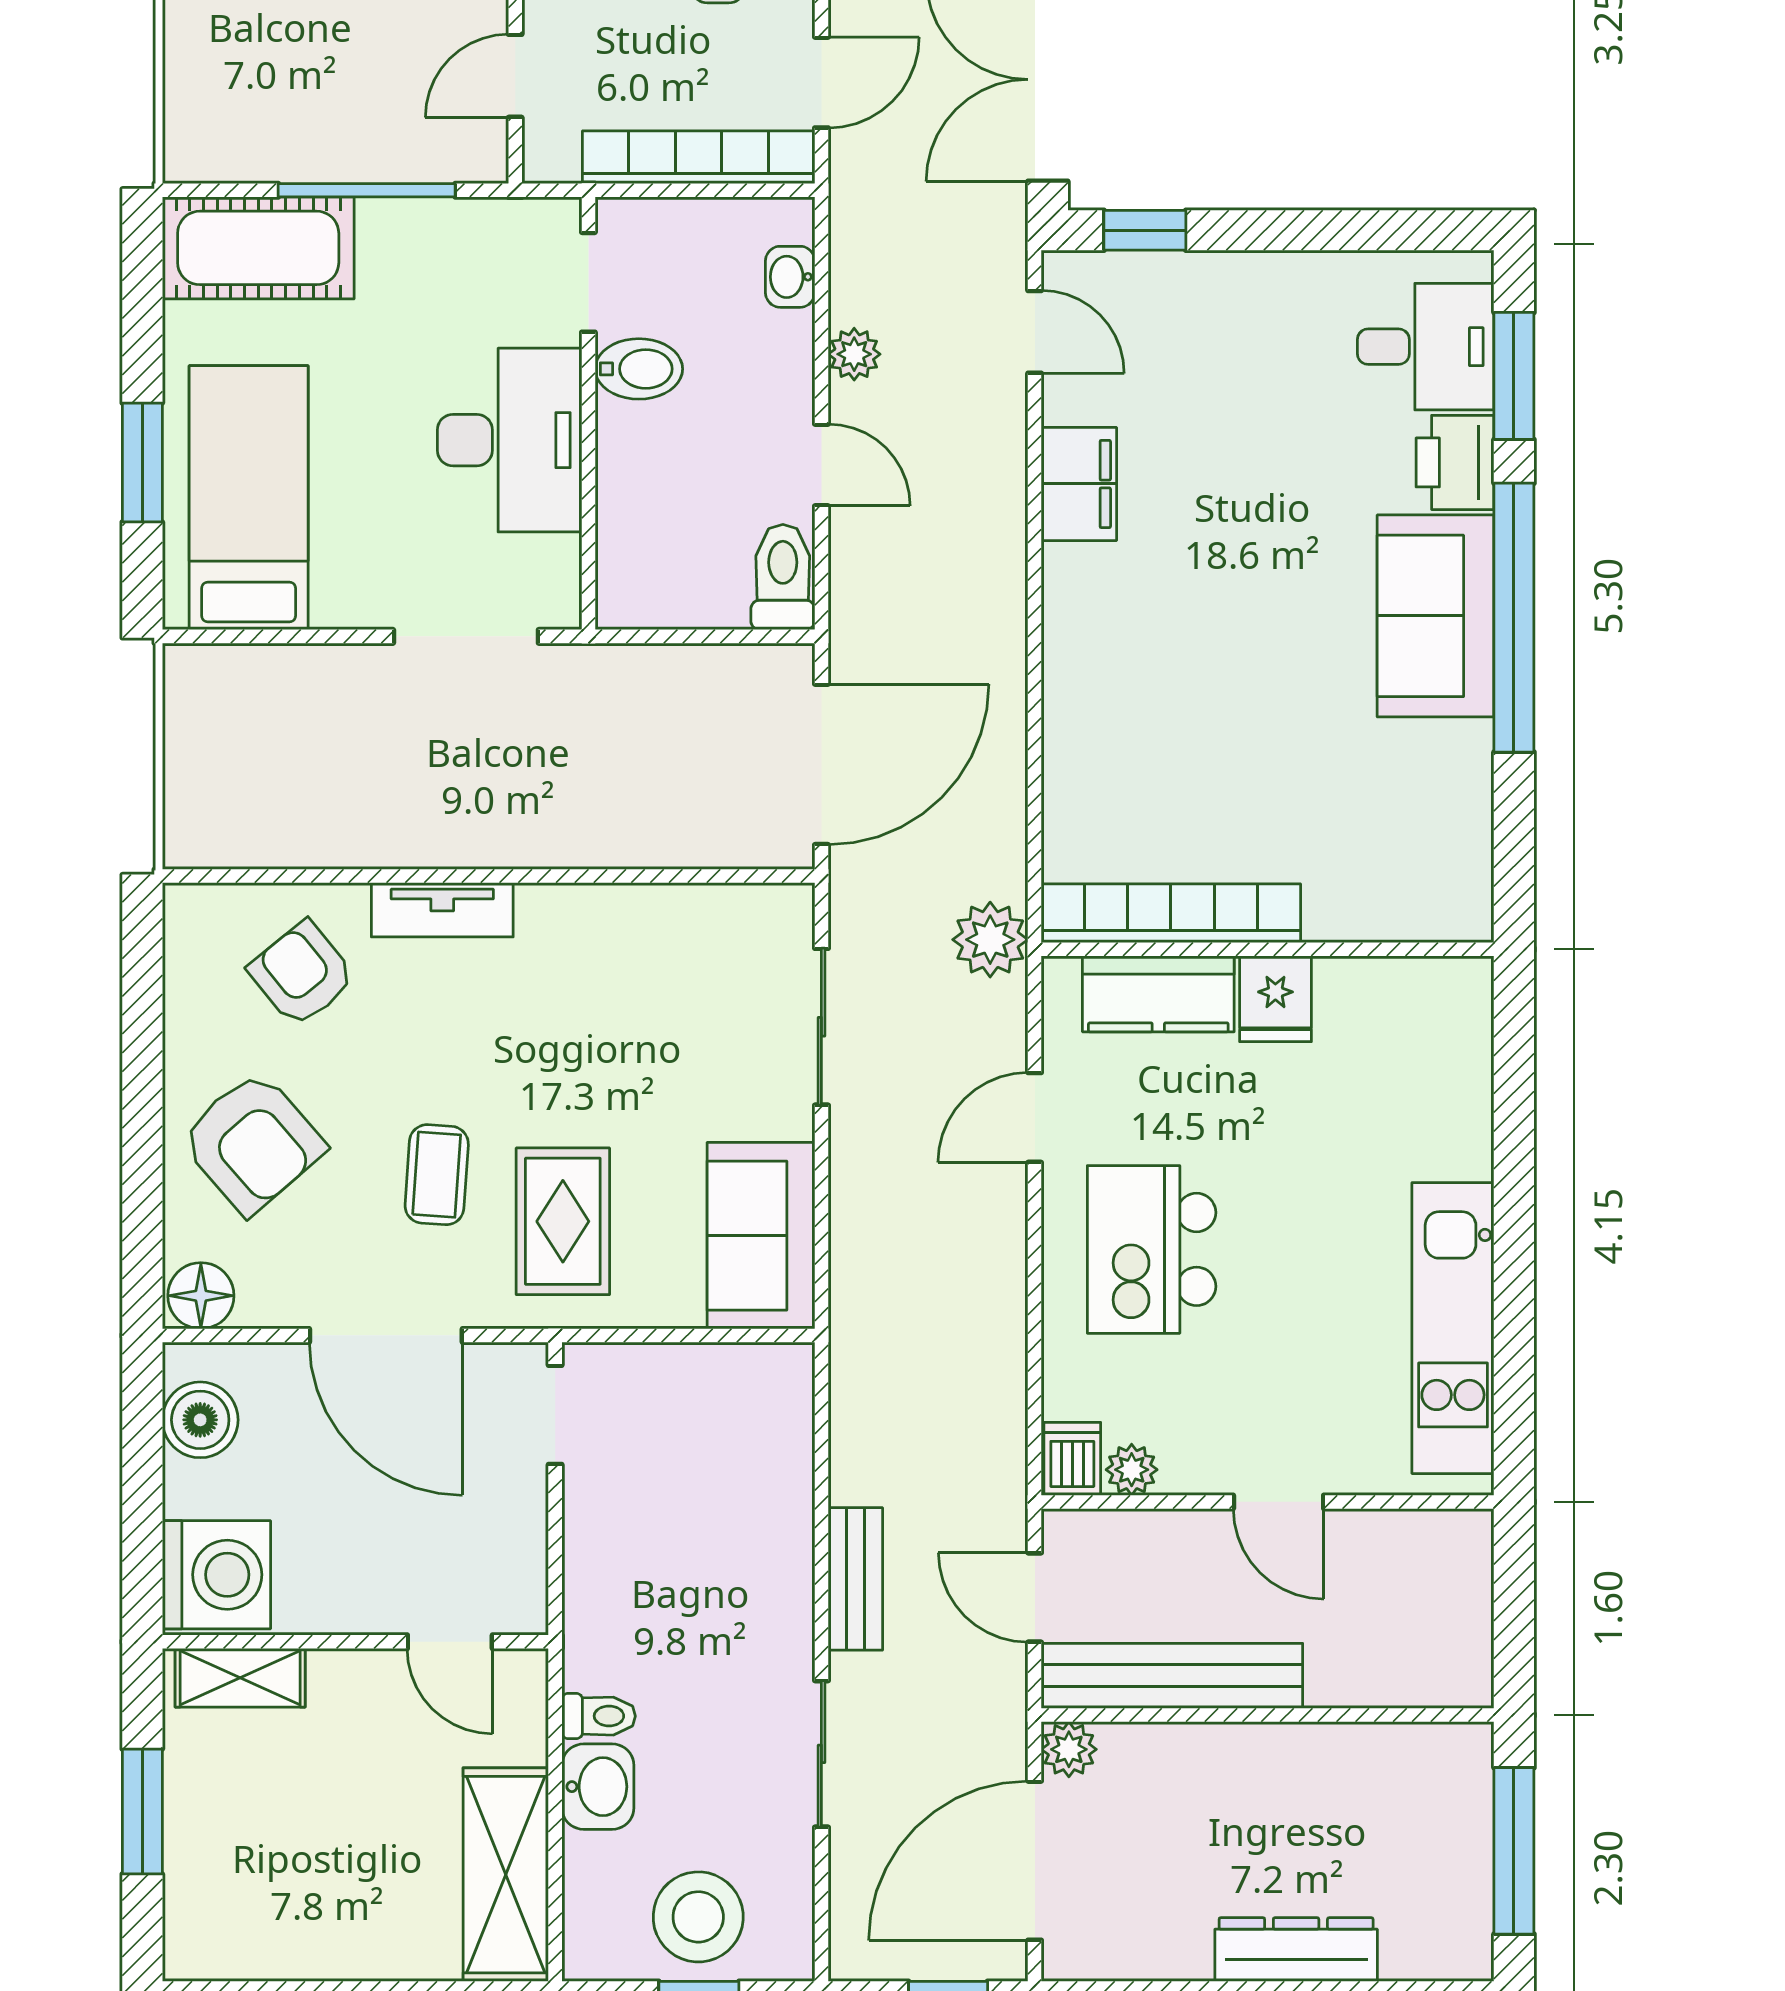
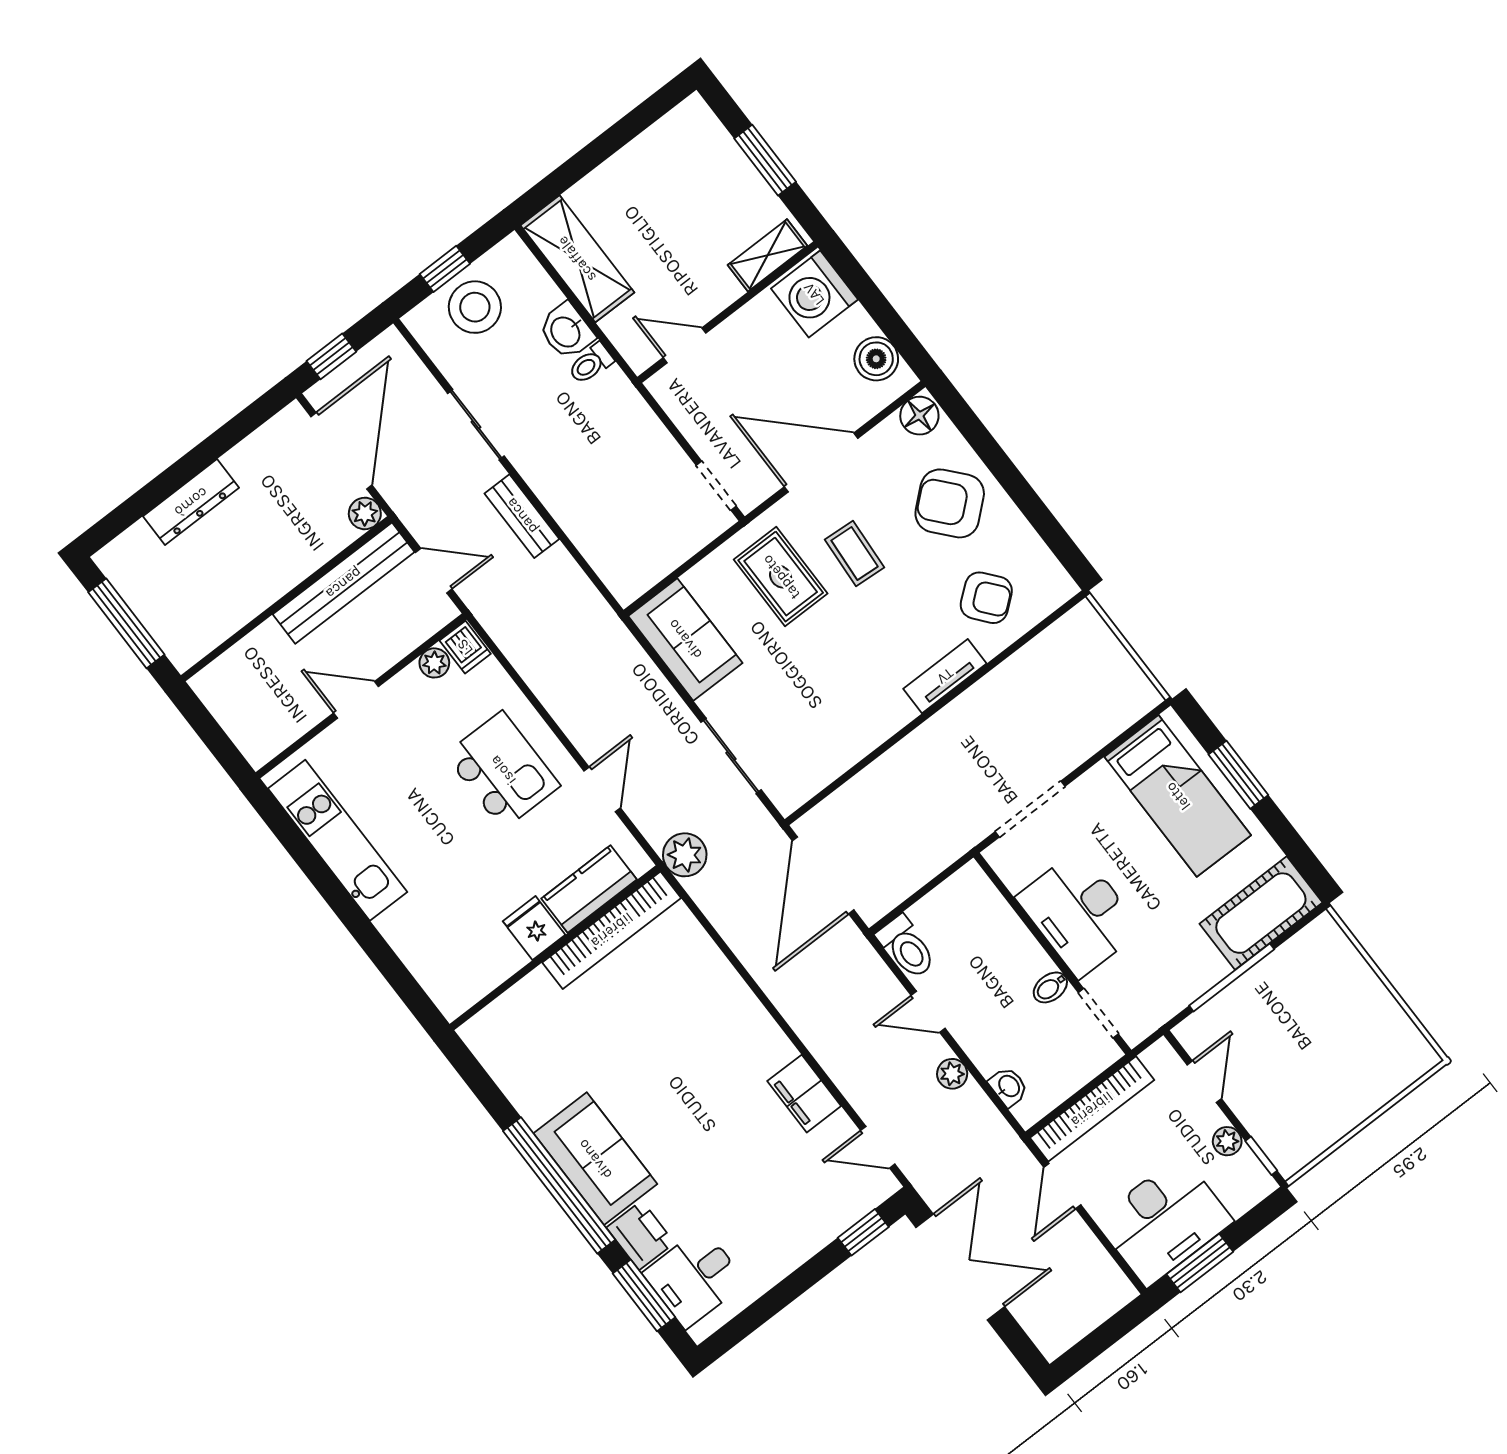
bidet: (639, 369) -> (1050, 987), width x0.72, depth x0.74

